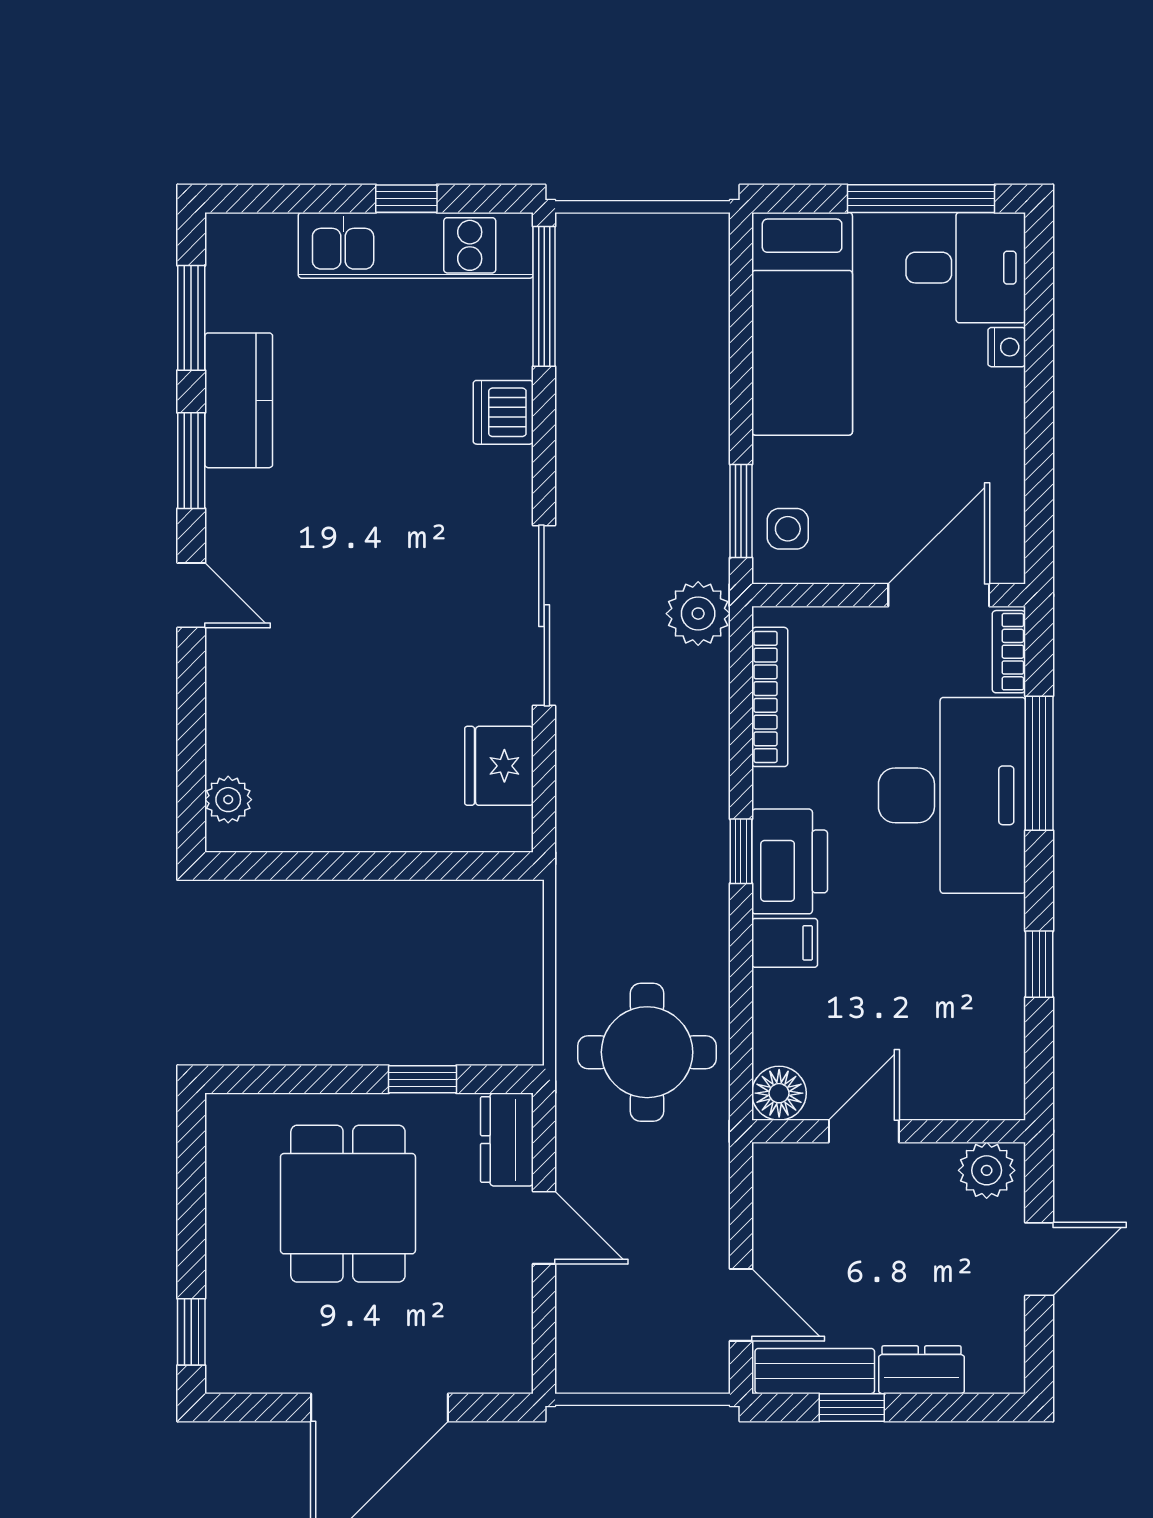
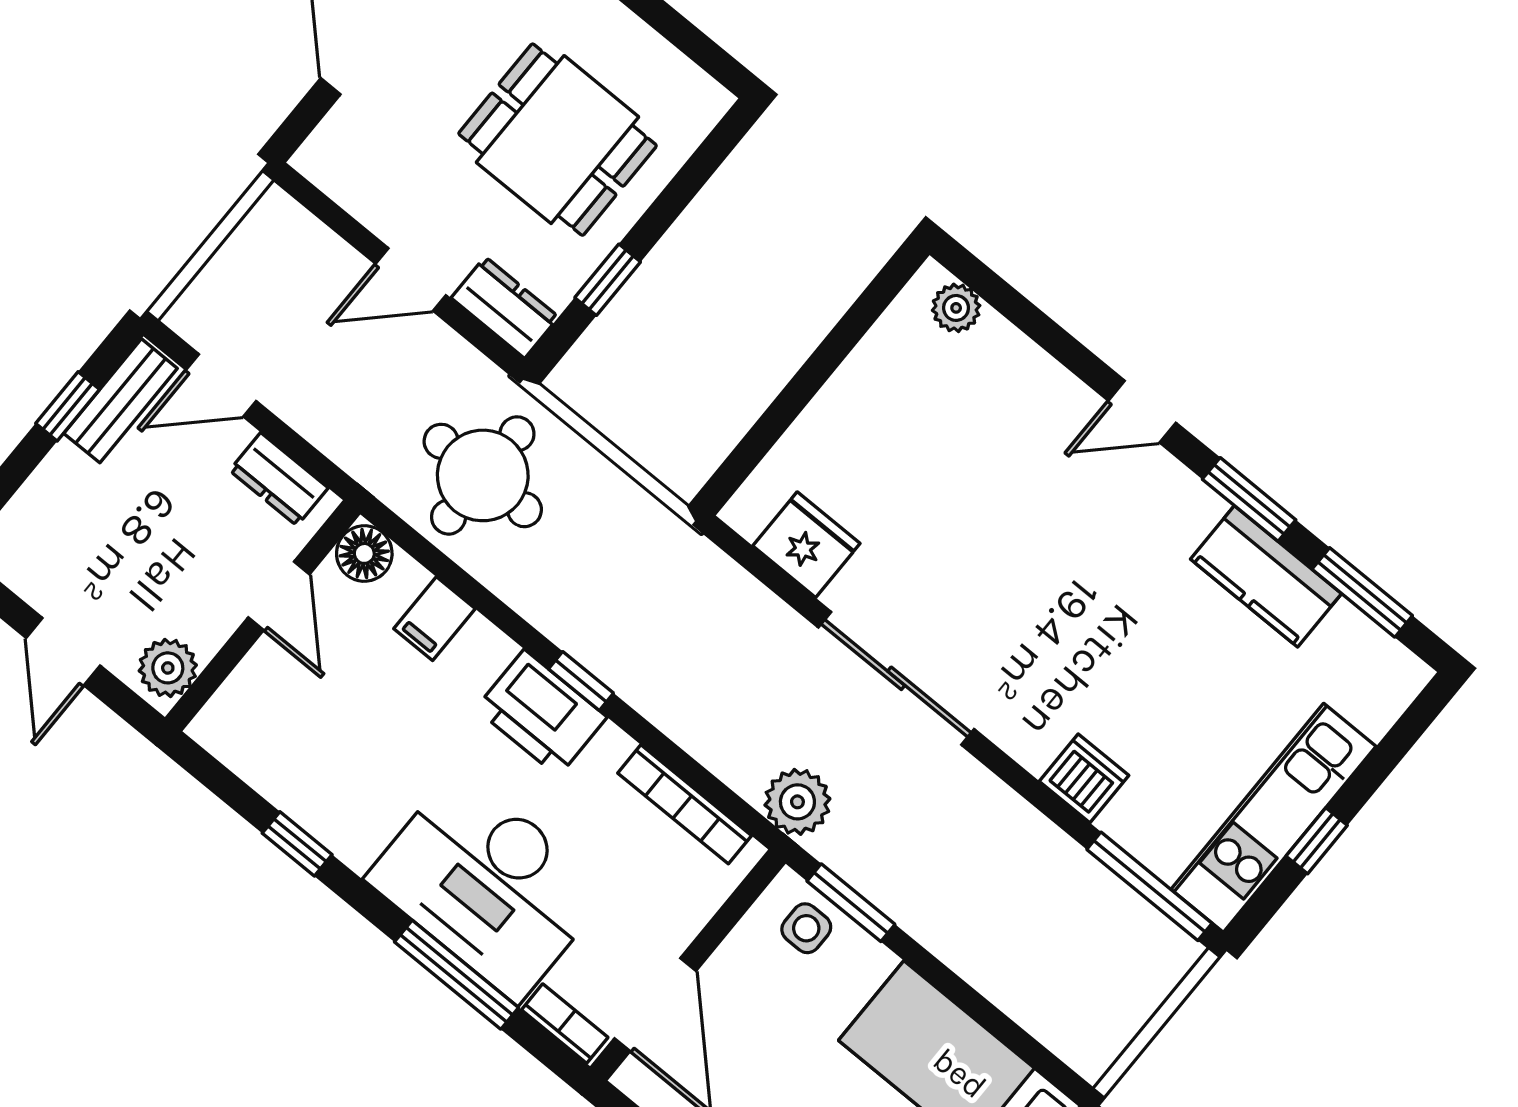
filing cabinet: (785, 943) -> (434, 619), moved
dresser: (921, 1370) -> (279, 479), moved, turned 90

